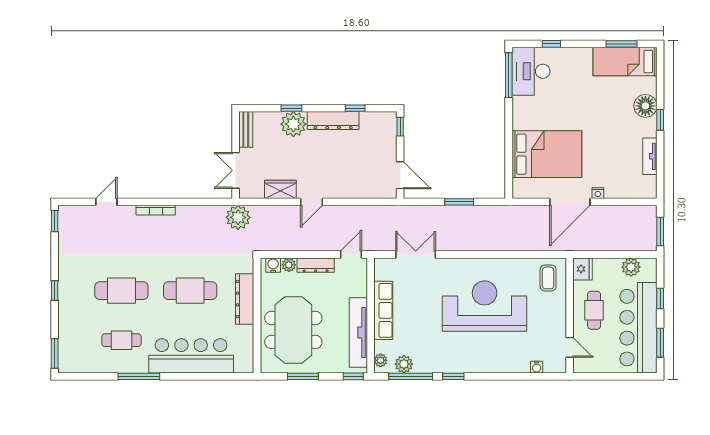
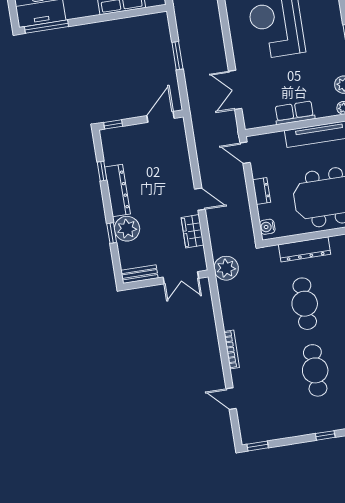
plant: (289, 265) -> (265, 212), removed
dresser: (316, 265) -> (262, 191), width x0.70
row of seats: (383, 310) -> (295, 113), width x0.68

